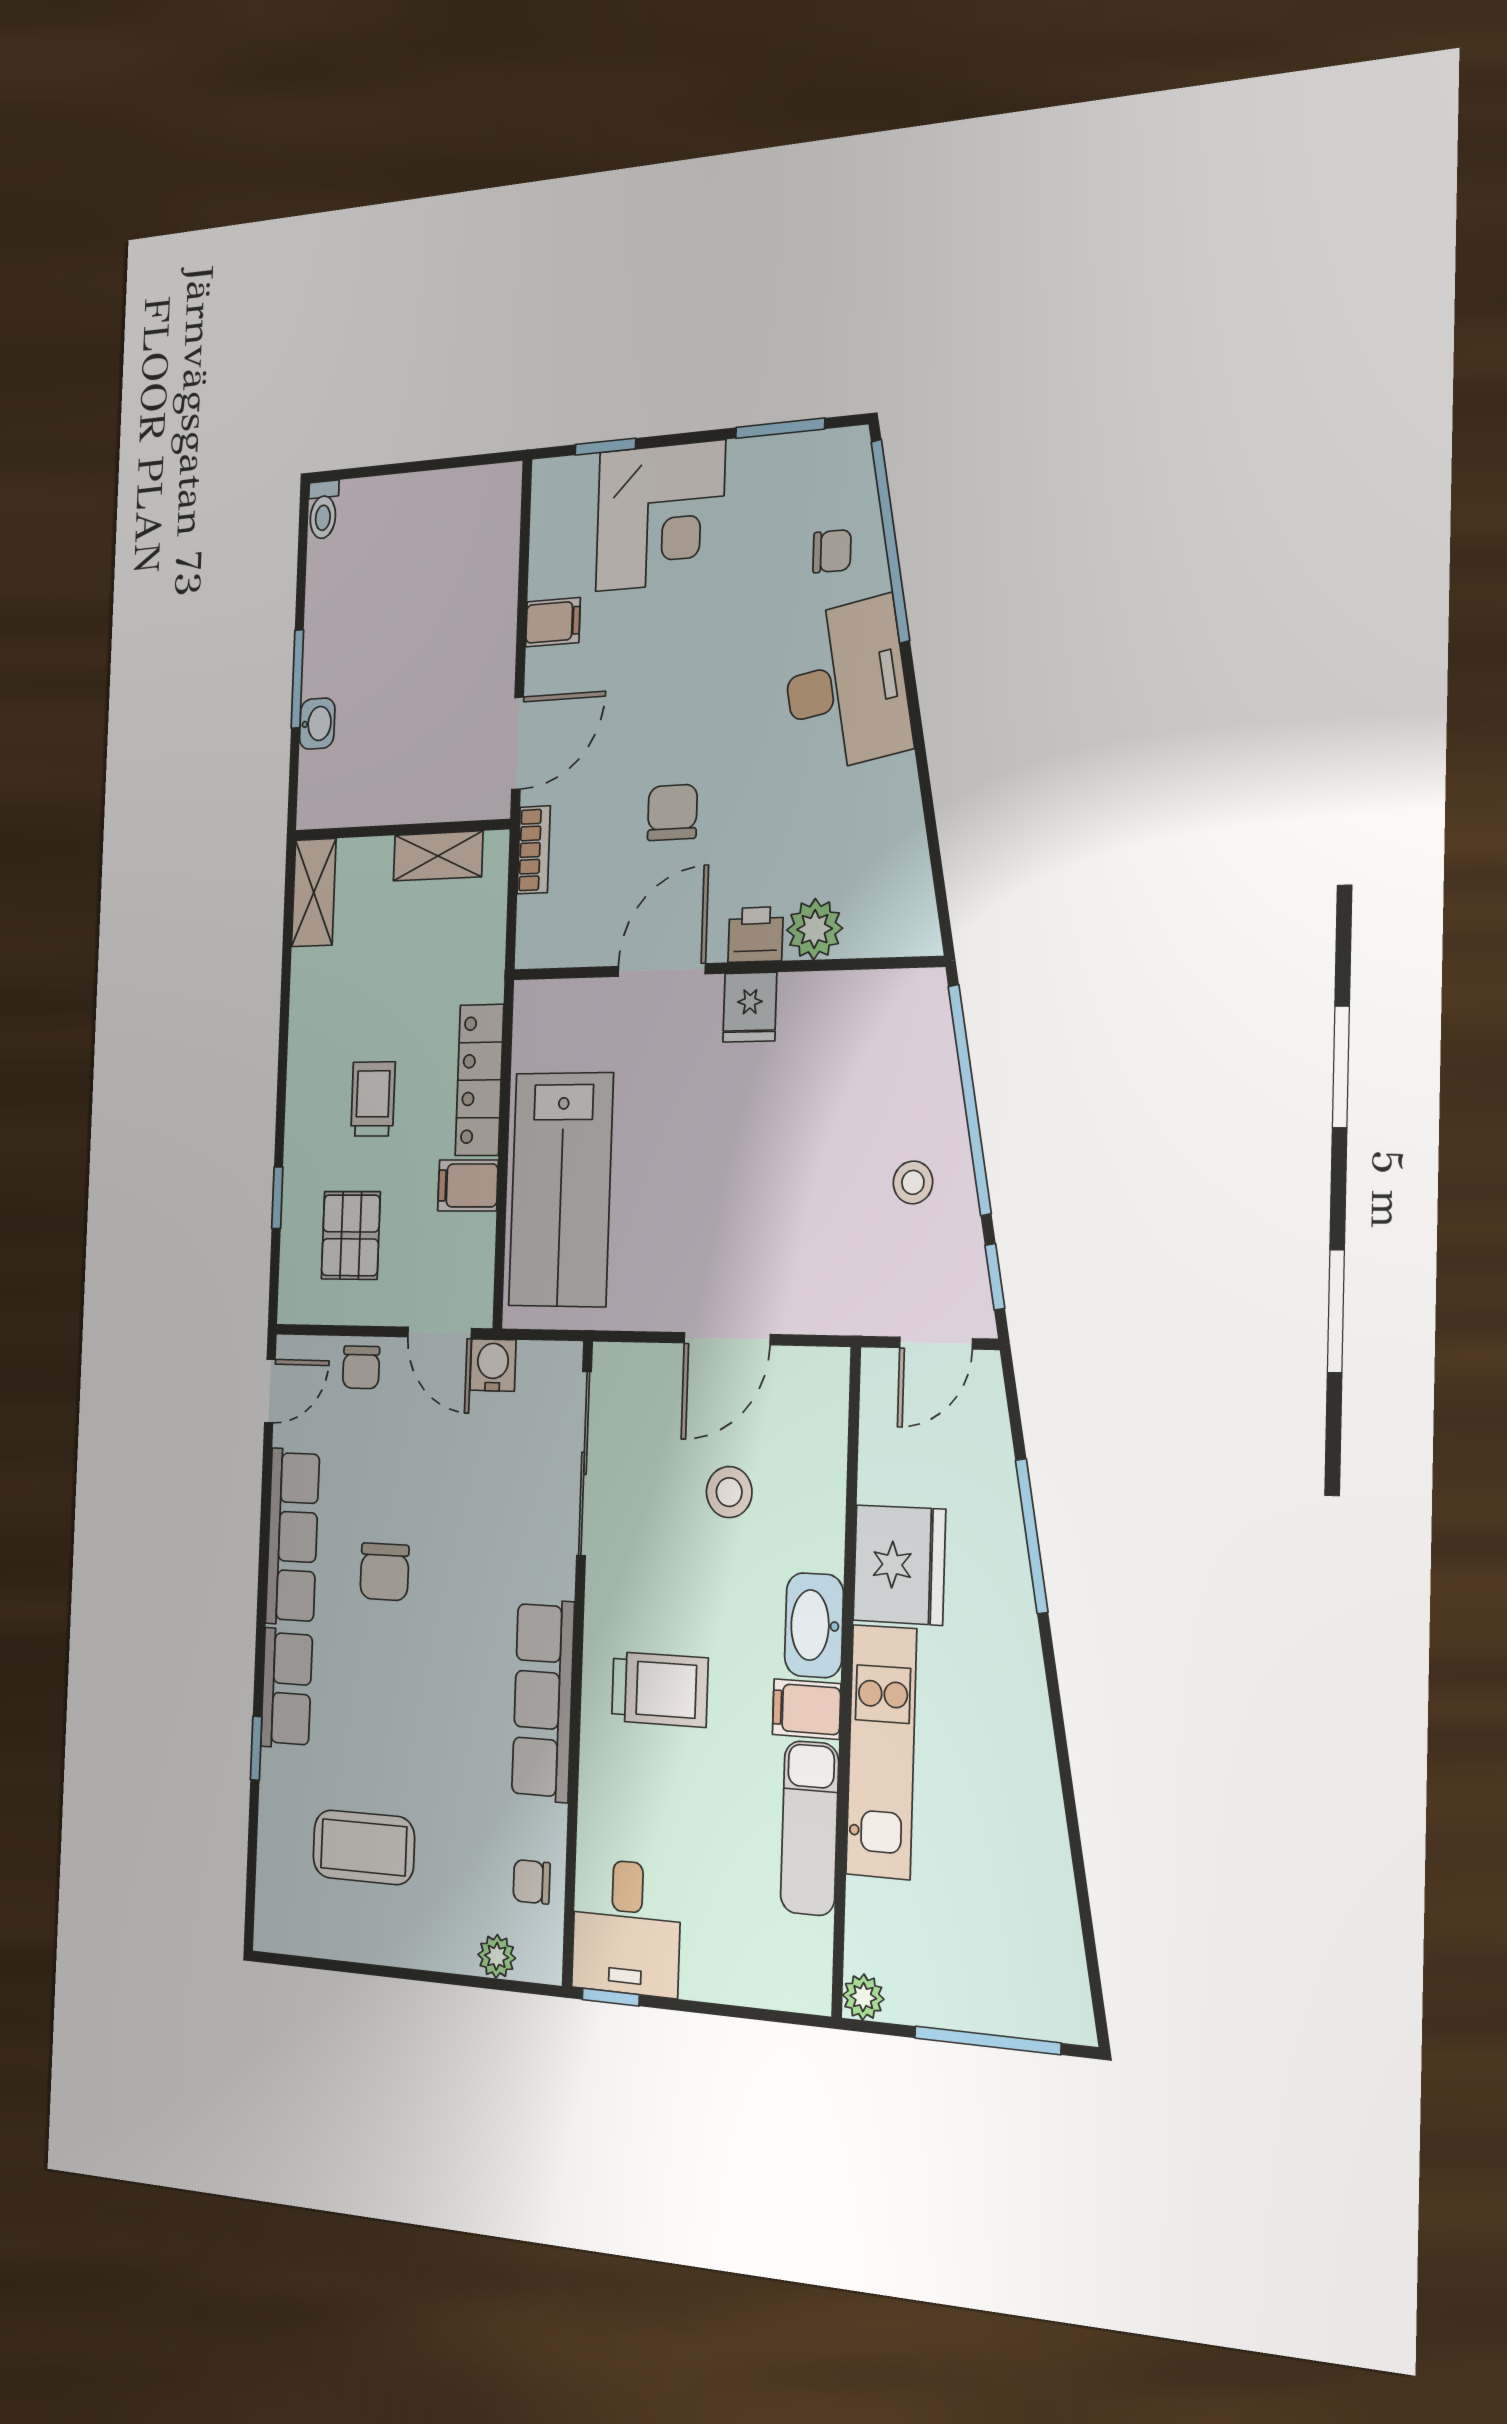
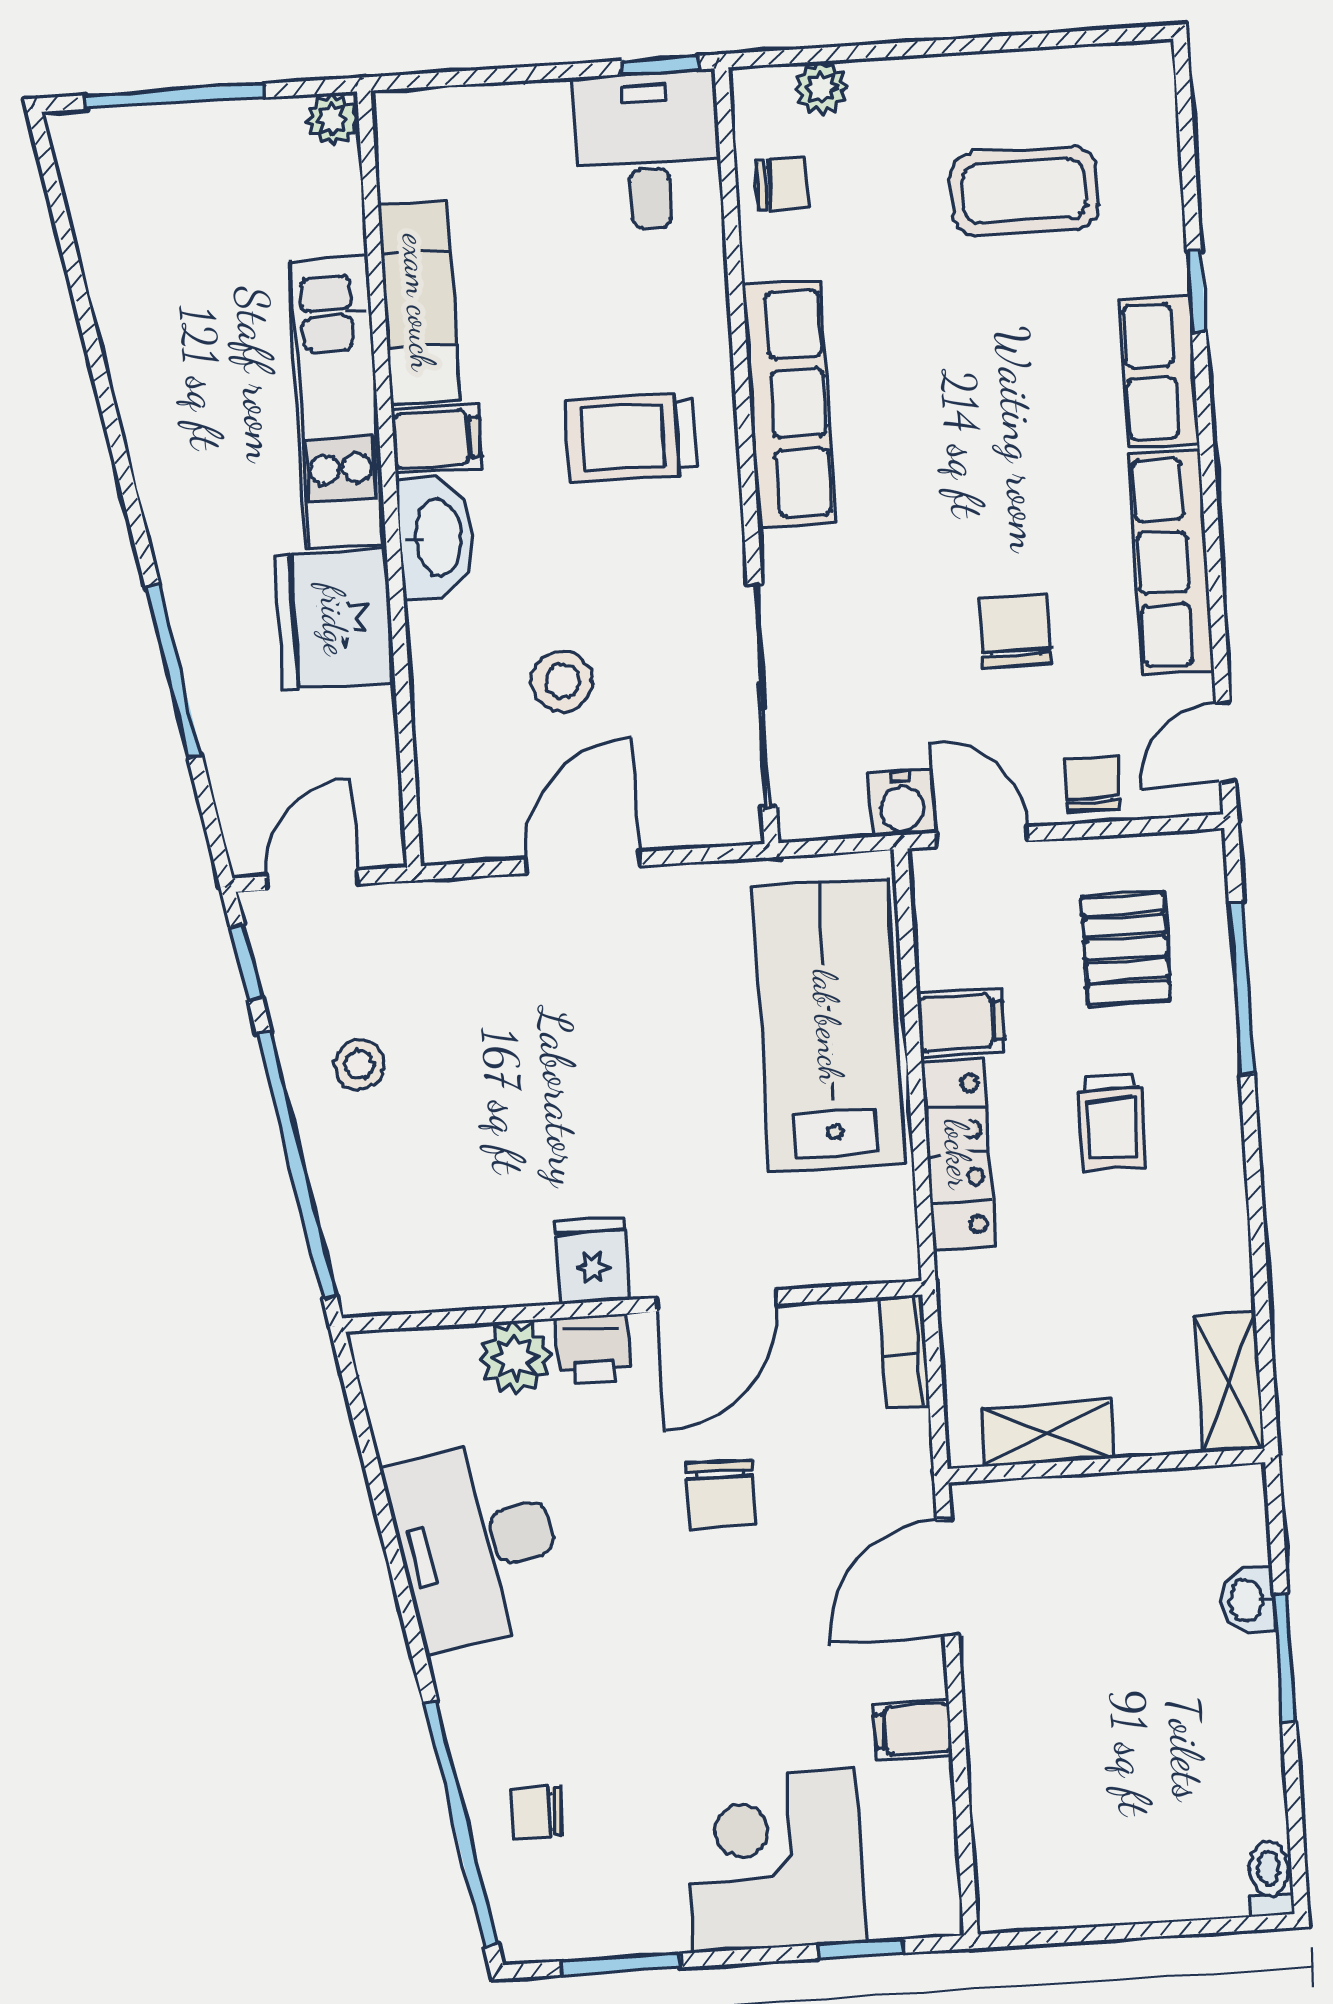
desk: (846, 685) -> (476, 1544), moved
bookcase: (534, 850) -> (905, 1353), moved
window: (277, 1198) -> (1241, 989), width x2.17
chair: (385, 1572) -> (1015, 632), moved

